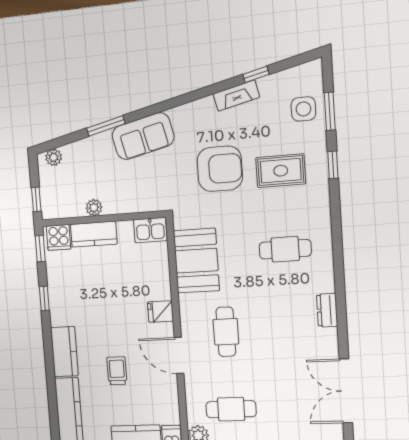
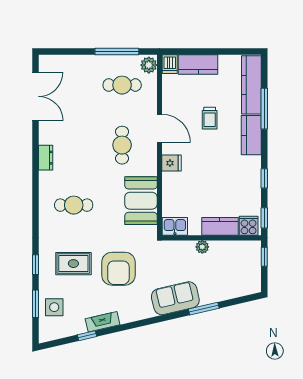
plant: (54, 157) -> (247, 288), removed
armchair: (220, 169) -> (118, 269), turned -90
plant: (94, 208) -> (202, 247), moved
window: (51, 385) -> (264, 109), added

